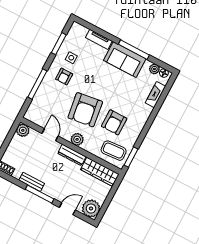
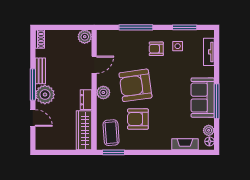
tv unit: (99, 39) -> (209, 52), moved
dresser: (72, 155) -> (86, 100), width x0.70
plant: (91, 208) -> (45, 95), moved

